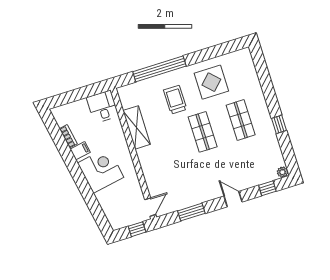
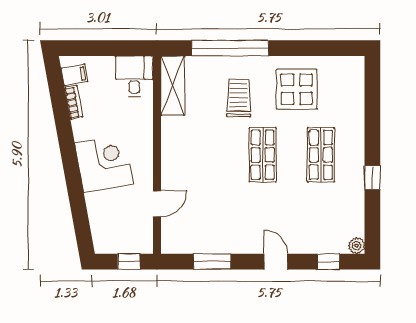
shelving: (137, 127) -> (173, 86), moved
filing cabinet: (80, 151) -> (74, 75), moved
door: (150, 207) -> (157, 204), moved

